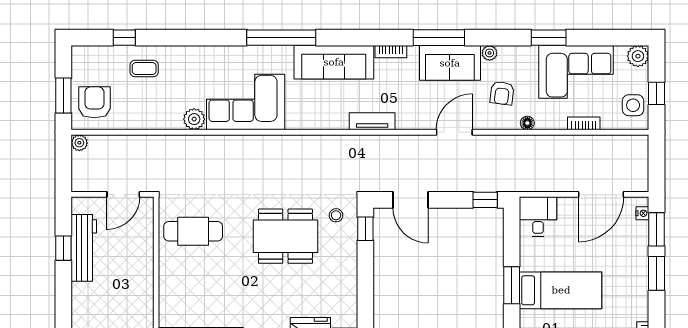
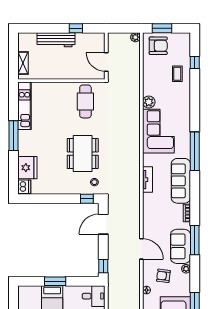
tv unit: (372, 121) -> (148, 180), moved
workbench: (84, 248) -> (56, 40), moved

